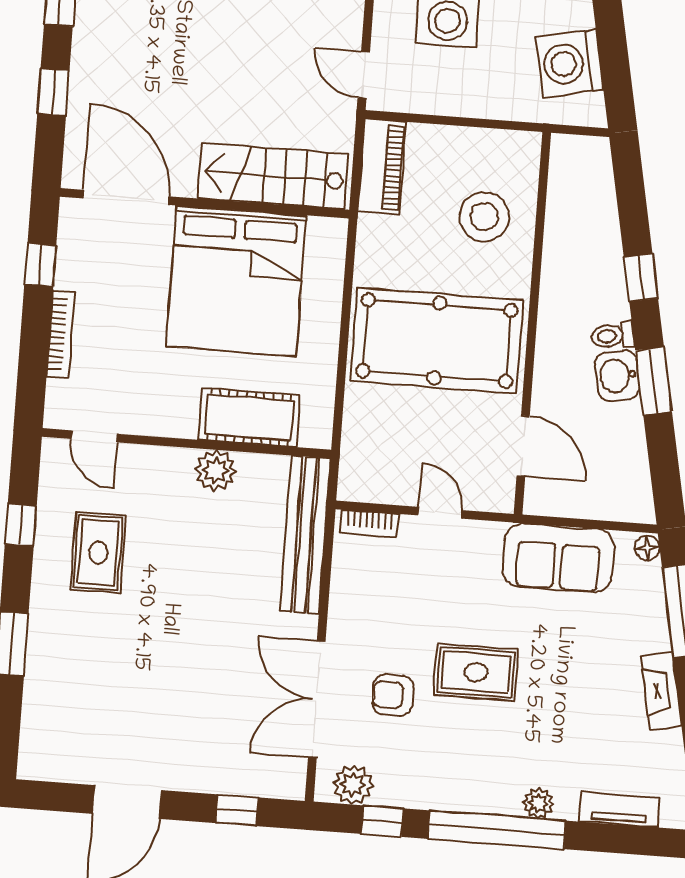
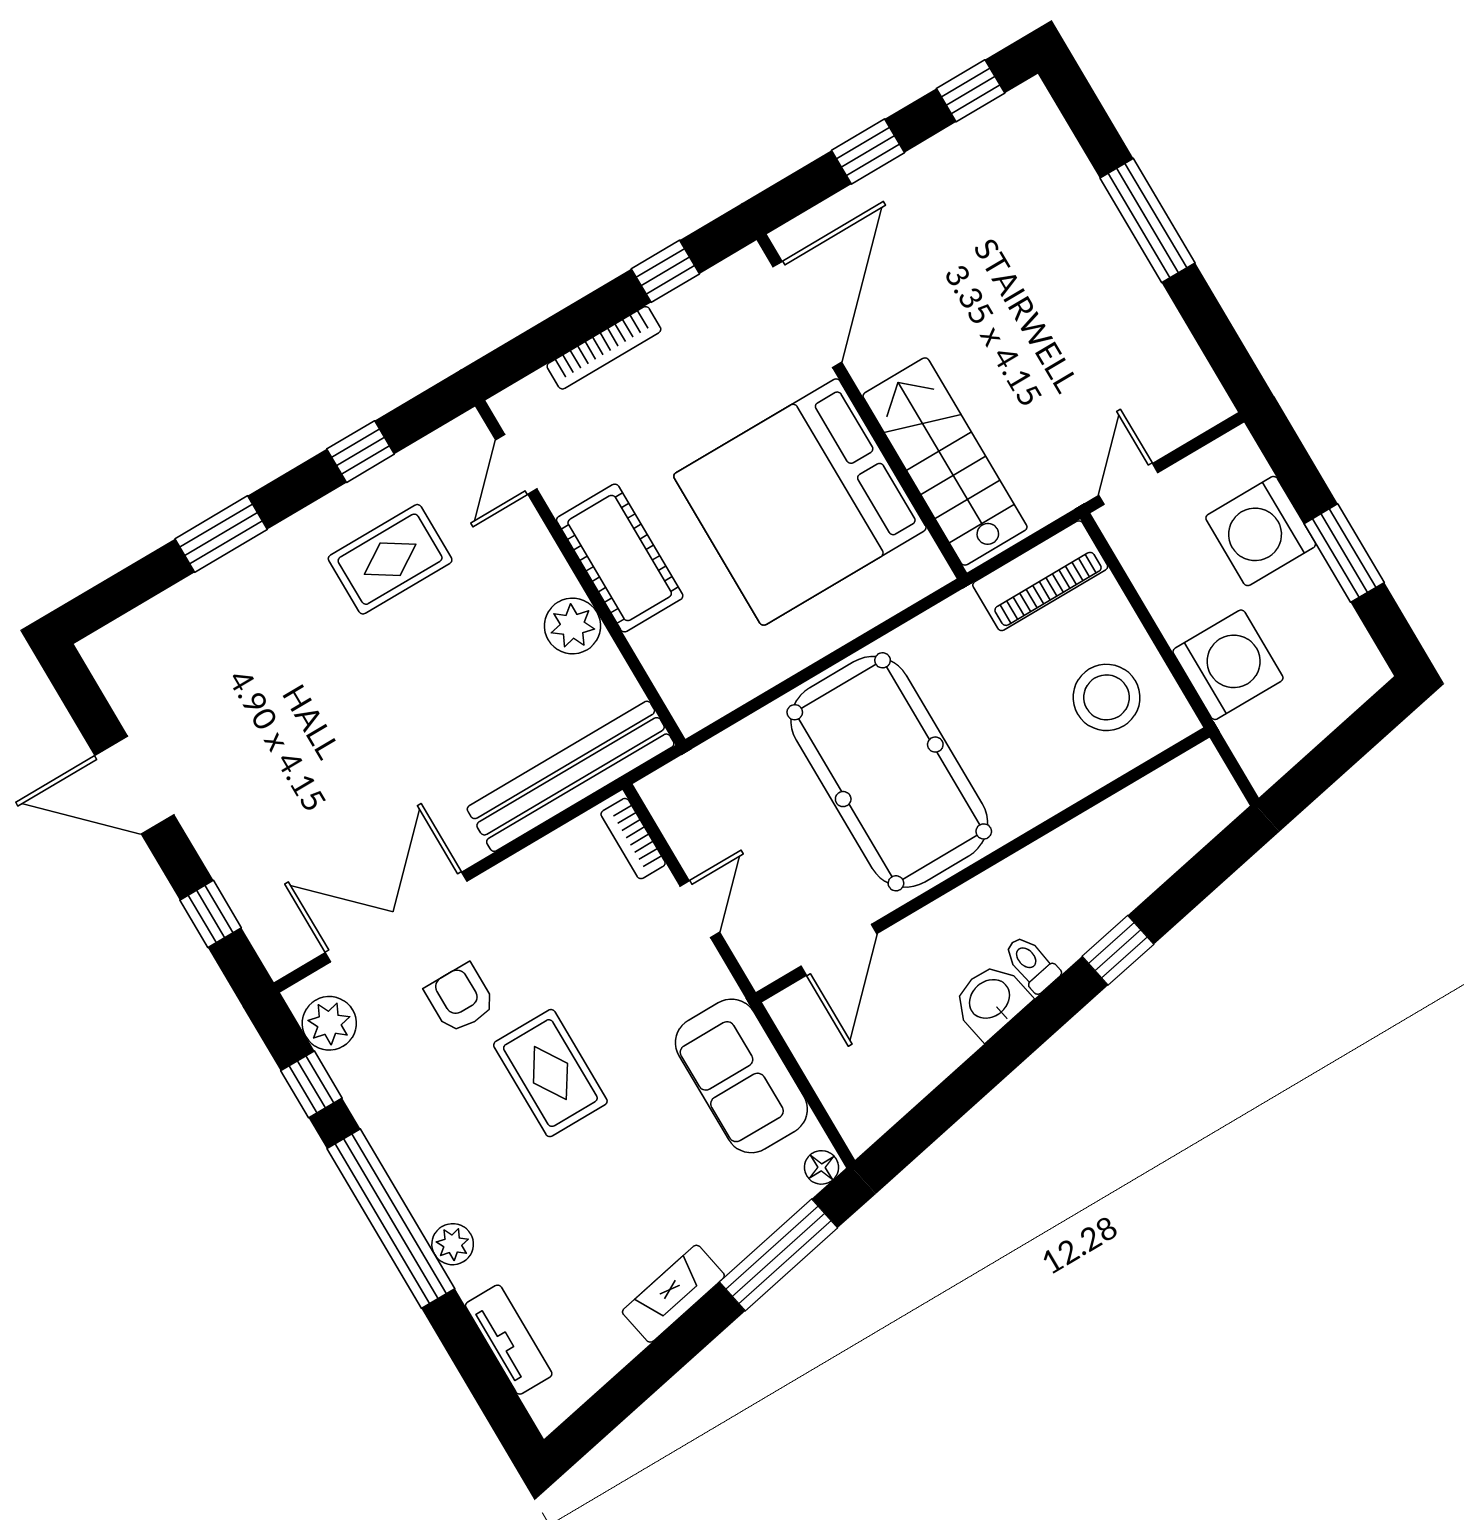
washing machine: (570, 63) -> (1228, 665), moved, turned 101
stool: (484, 217) -> (1107, 697), moved
window: (654, 381) -> (1013, 1045), removed
cot: (249, 417) -> (620, 558), moved

